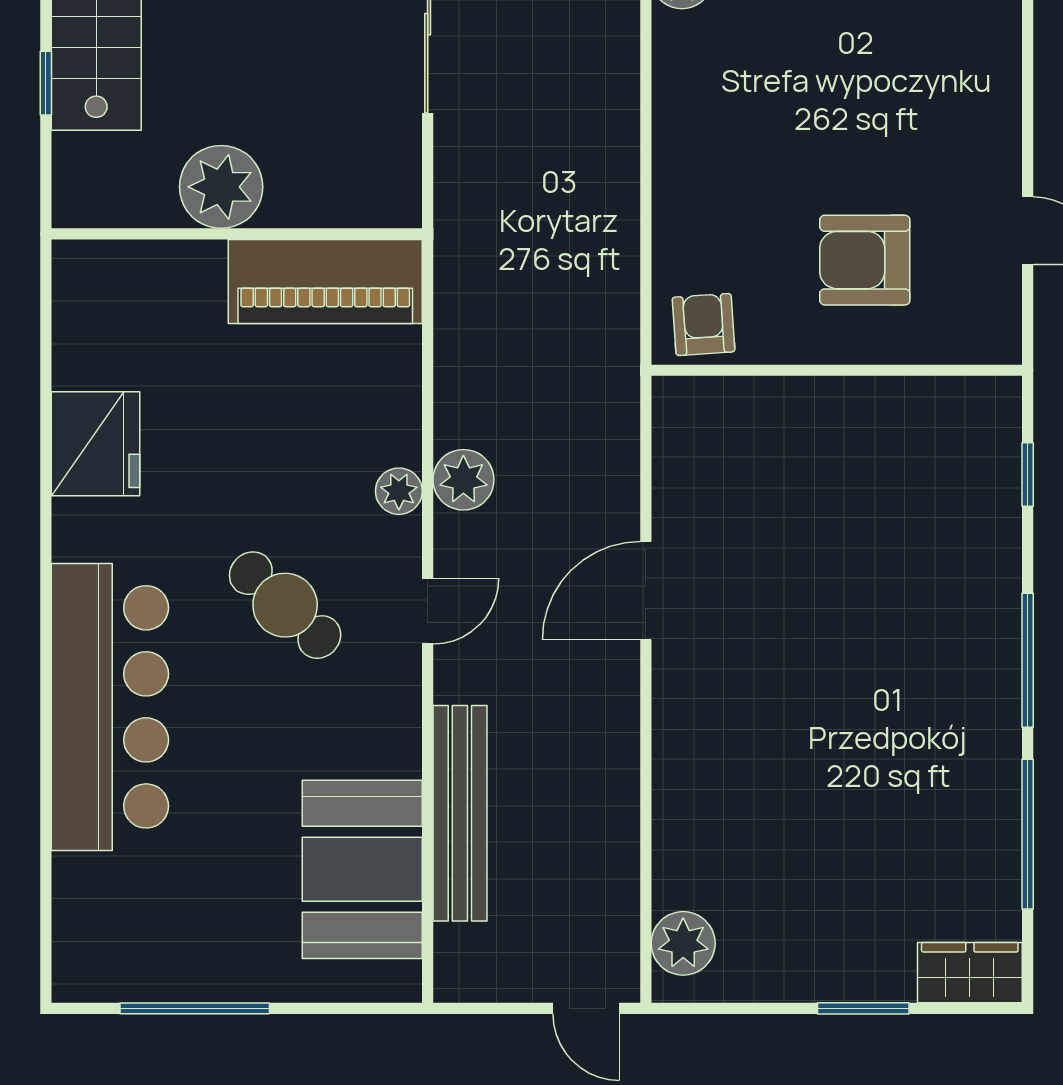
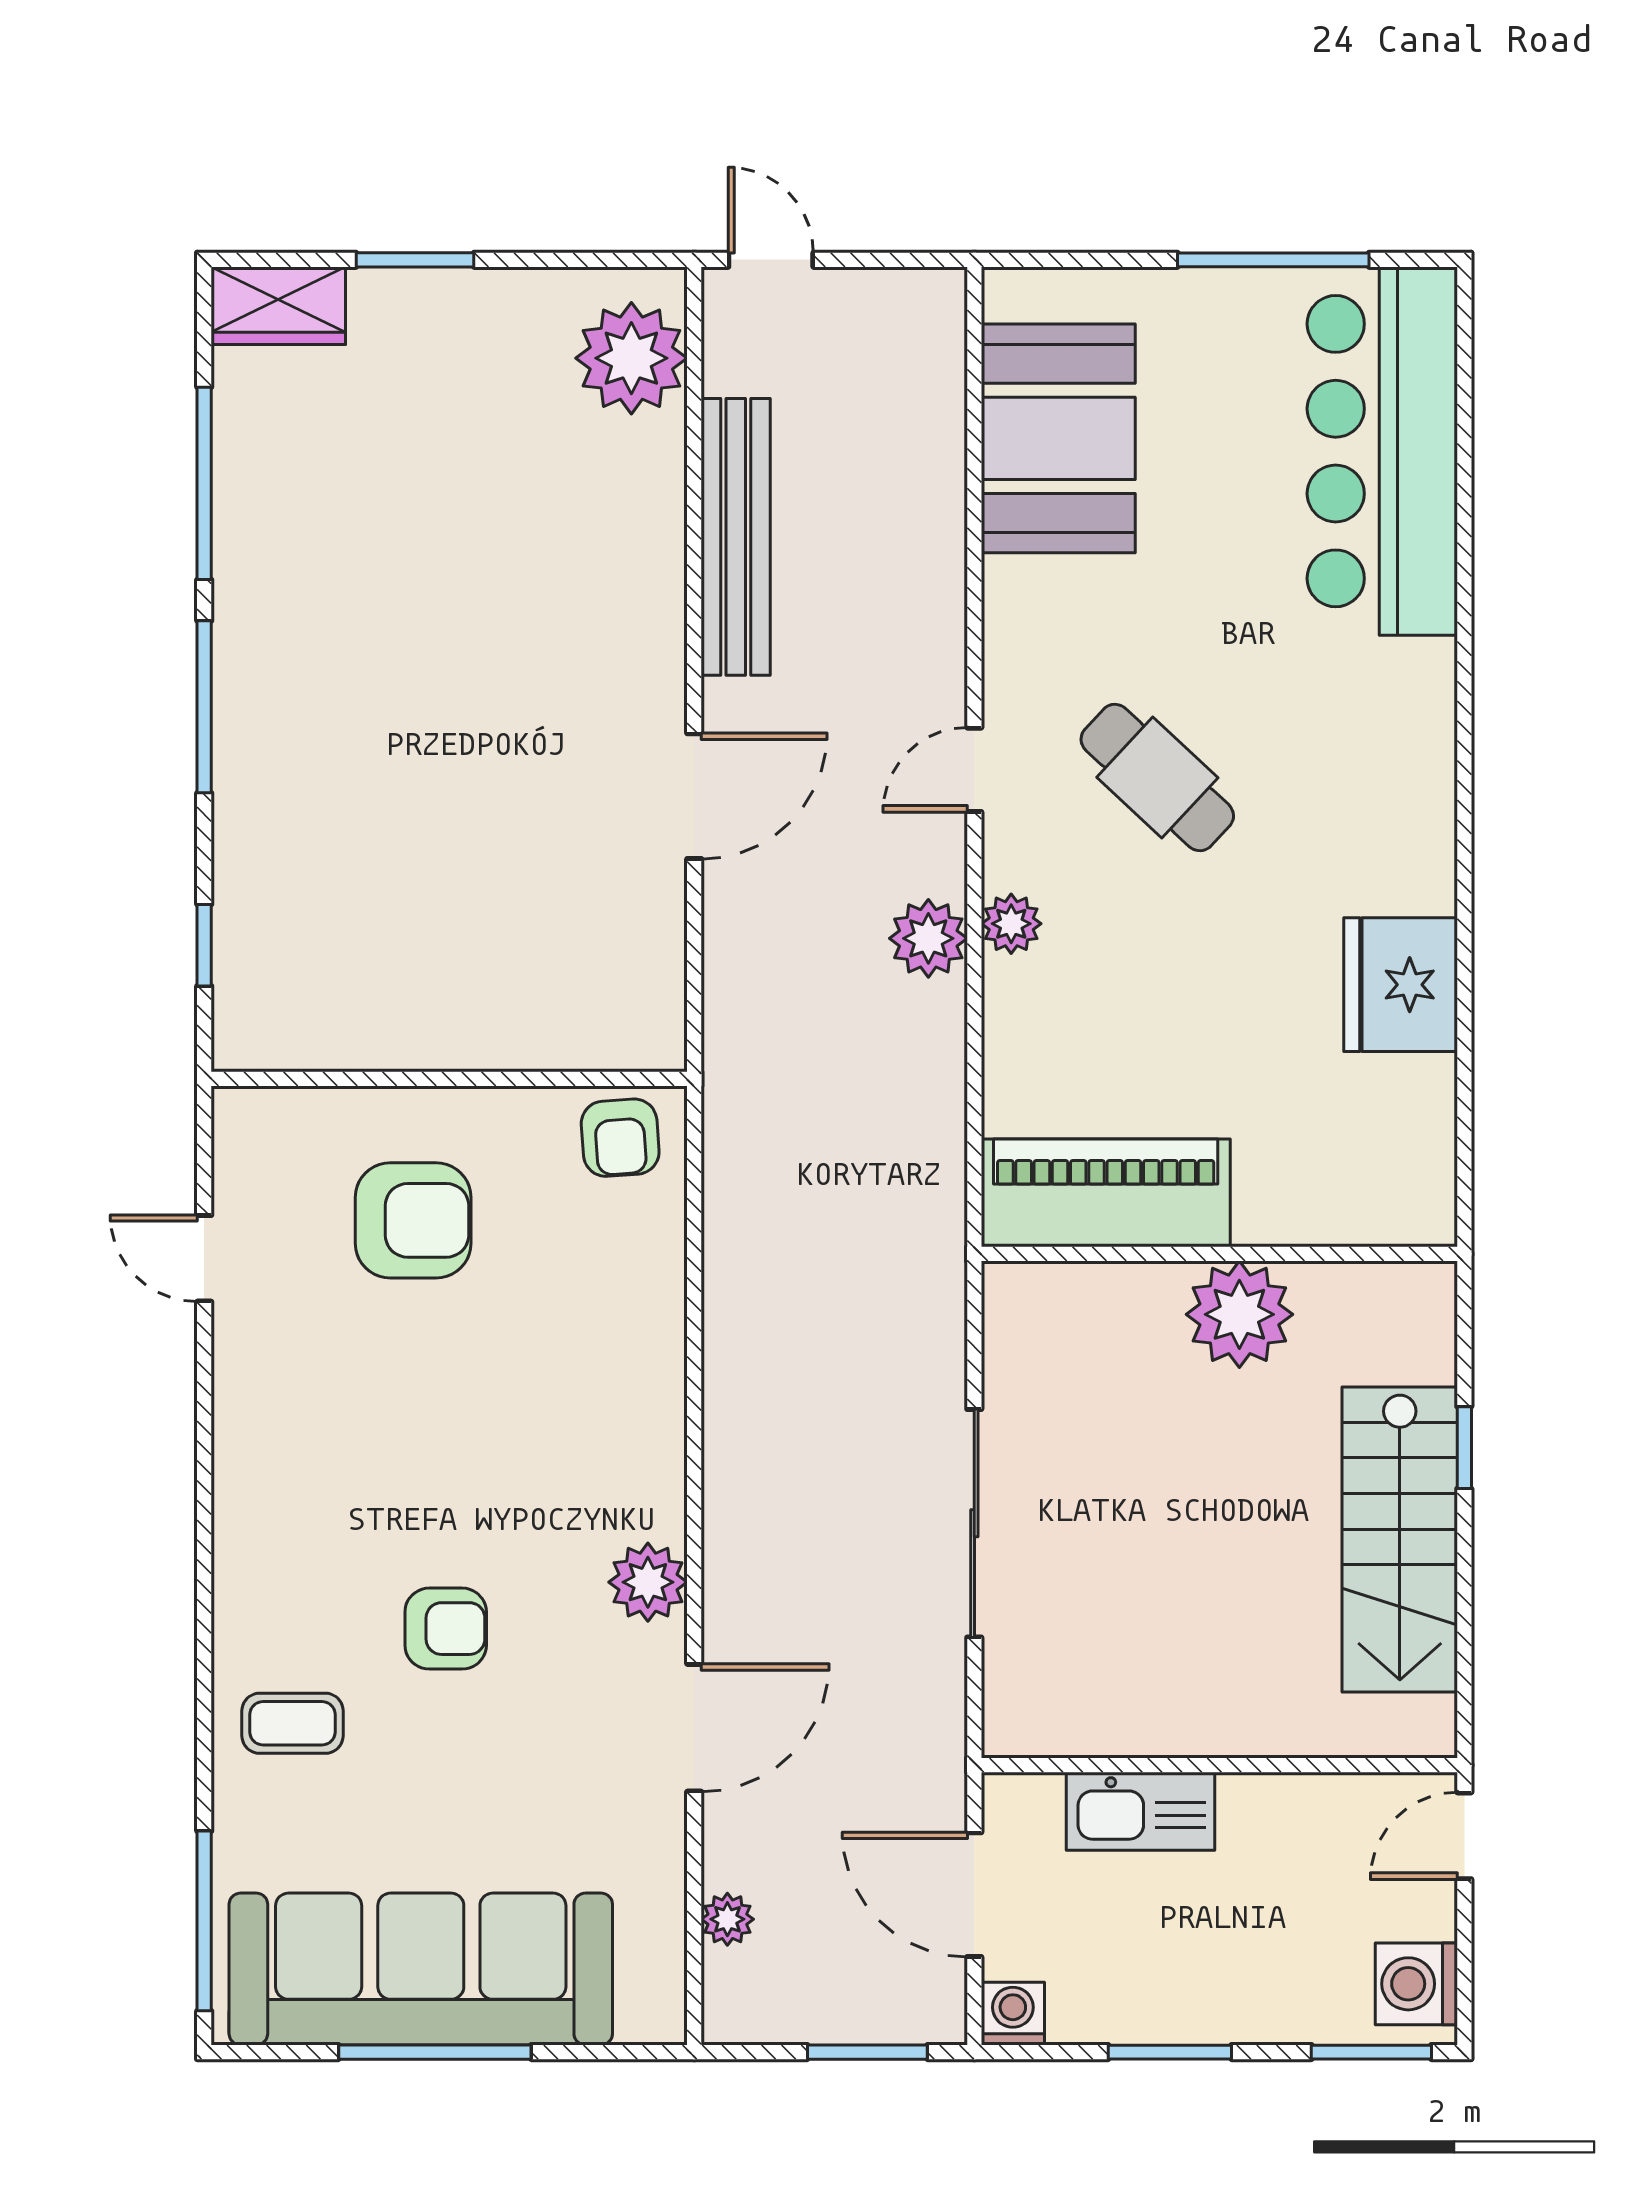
bar counter: (110, 707) -> (1382, 451), moved
bench: (460, 813) -> (736, 537), moved
plant: (683, 943) -> (631, 358), width x1.36, depth x1.36

